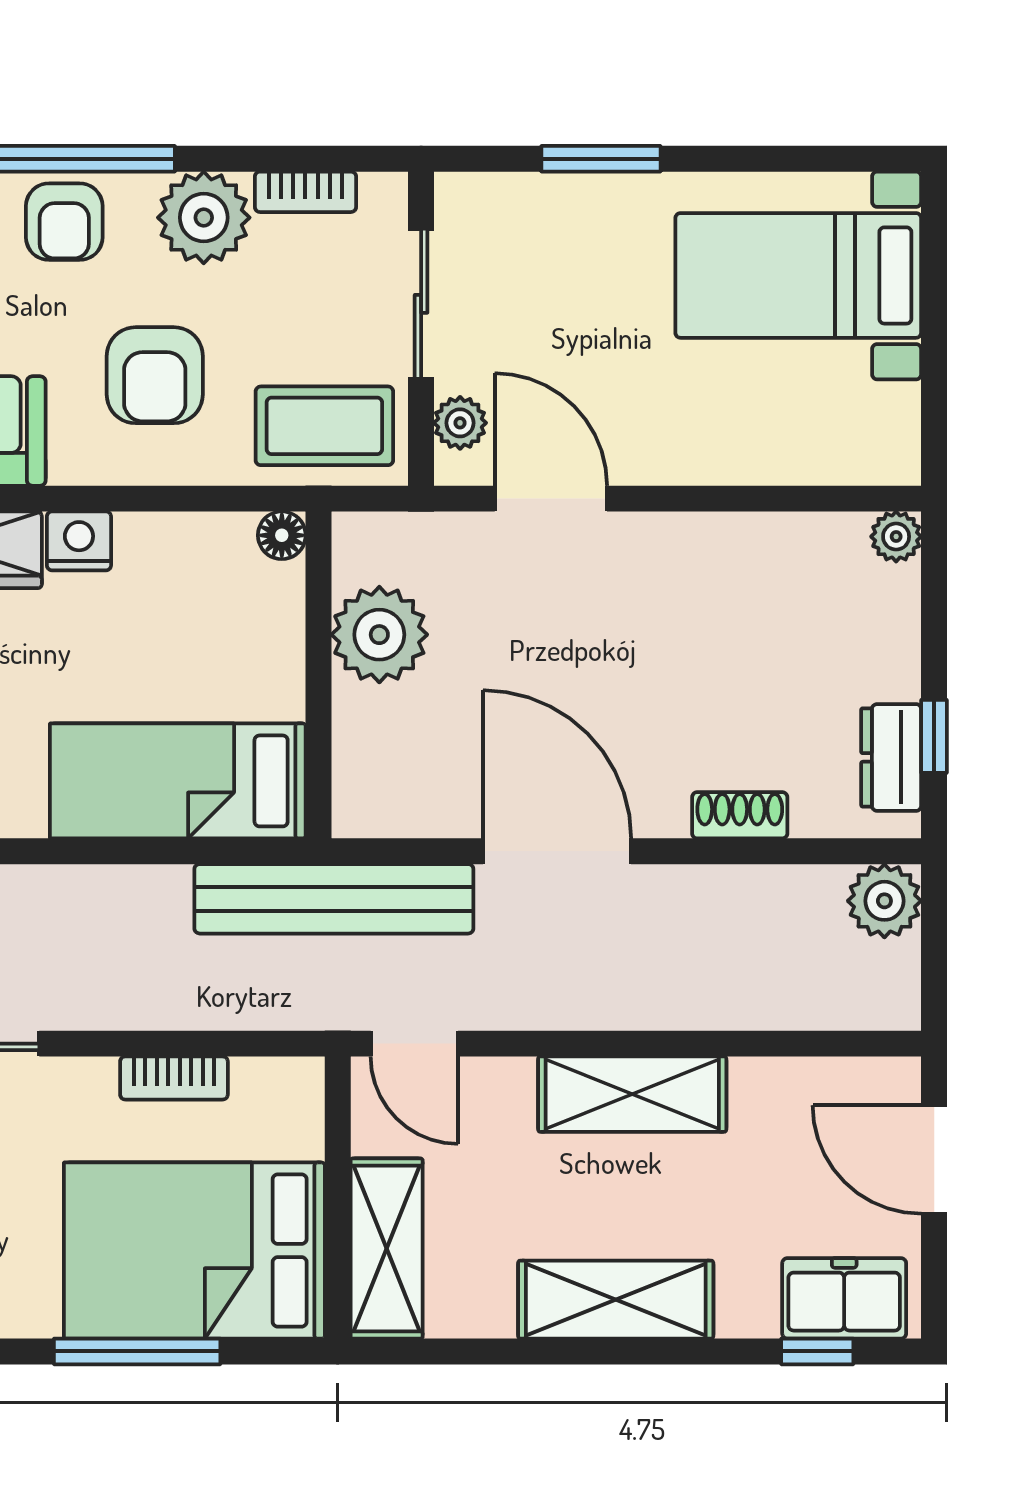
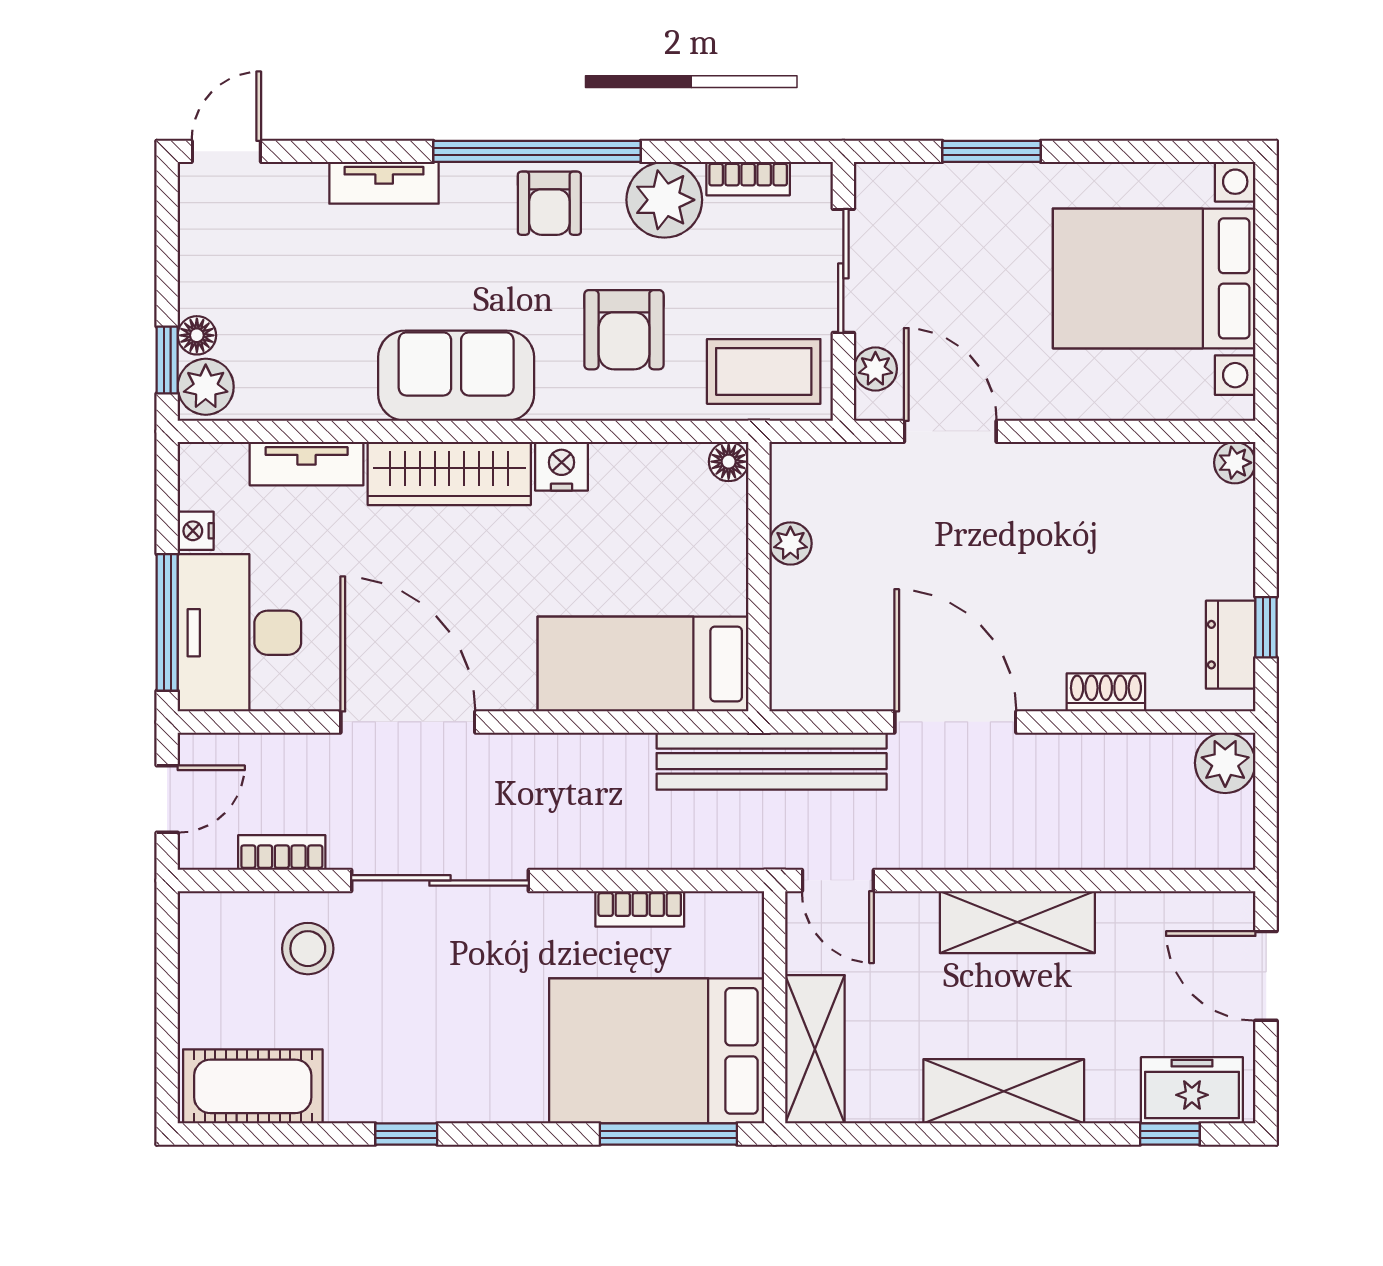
bed with nightstands: (798, 275) -> (1154, 278), width x1.36
plant: (379, 635) -> (790, 543), width x0.53, depth x0.53
window: (137, 1351) -> (668, 1134), moved

